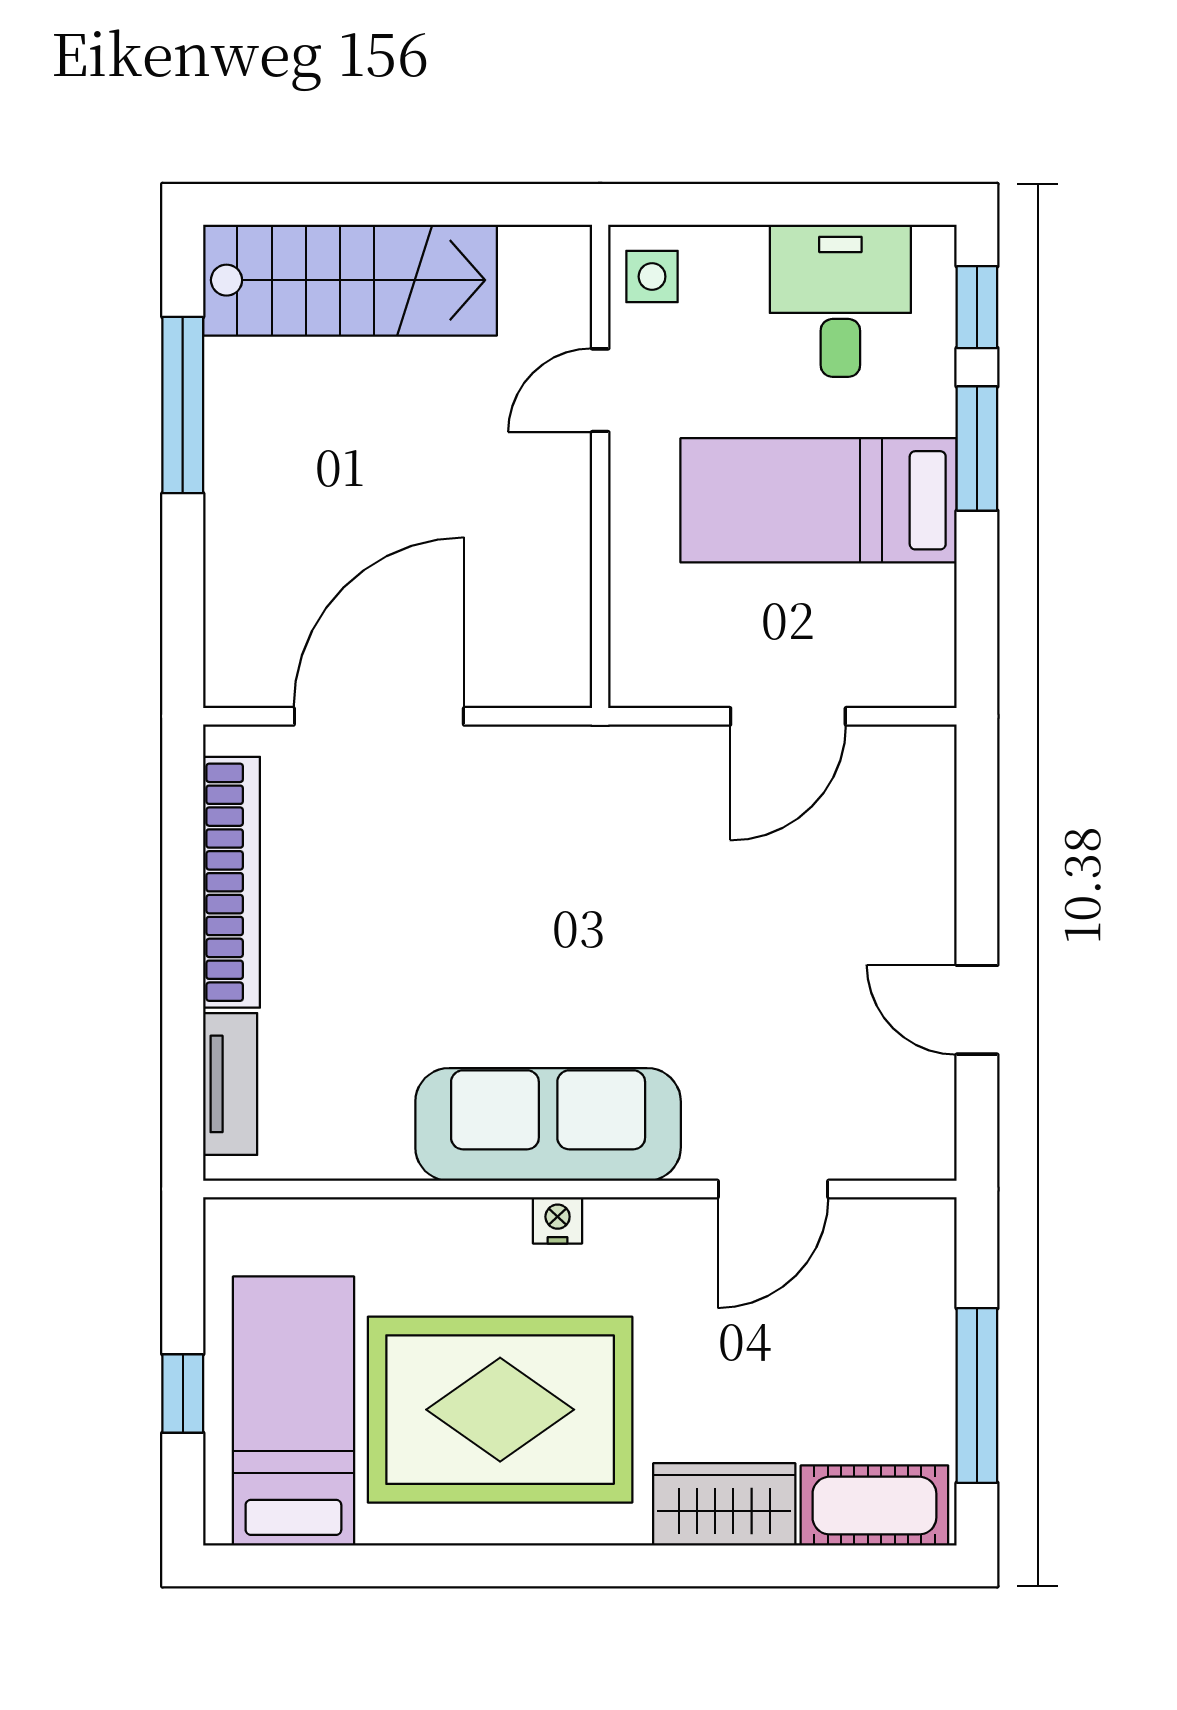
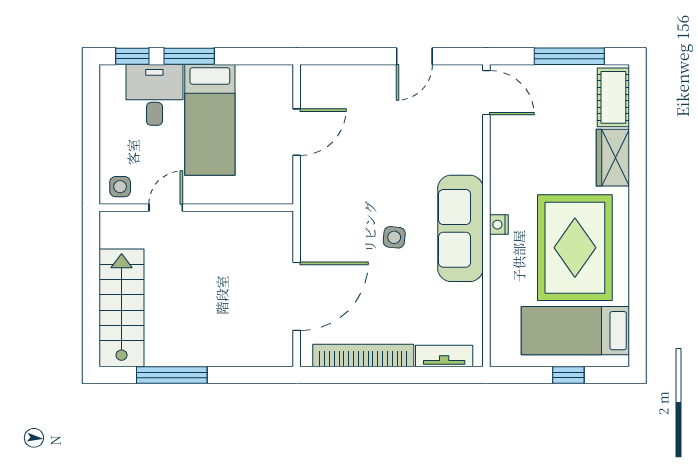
desk: (840, 301) -> (154, 95), moved, turned 90
door: (600, 390) -> (166, 208), swing flipped
door: (379, 716) -> (297, 296), swing flipped
door: (788, 716) -> (297, 132), hinge flipped
side table: (526, 959) -> (394, 237), added
door: (773, 1189) -> (486, 93), moved

